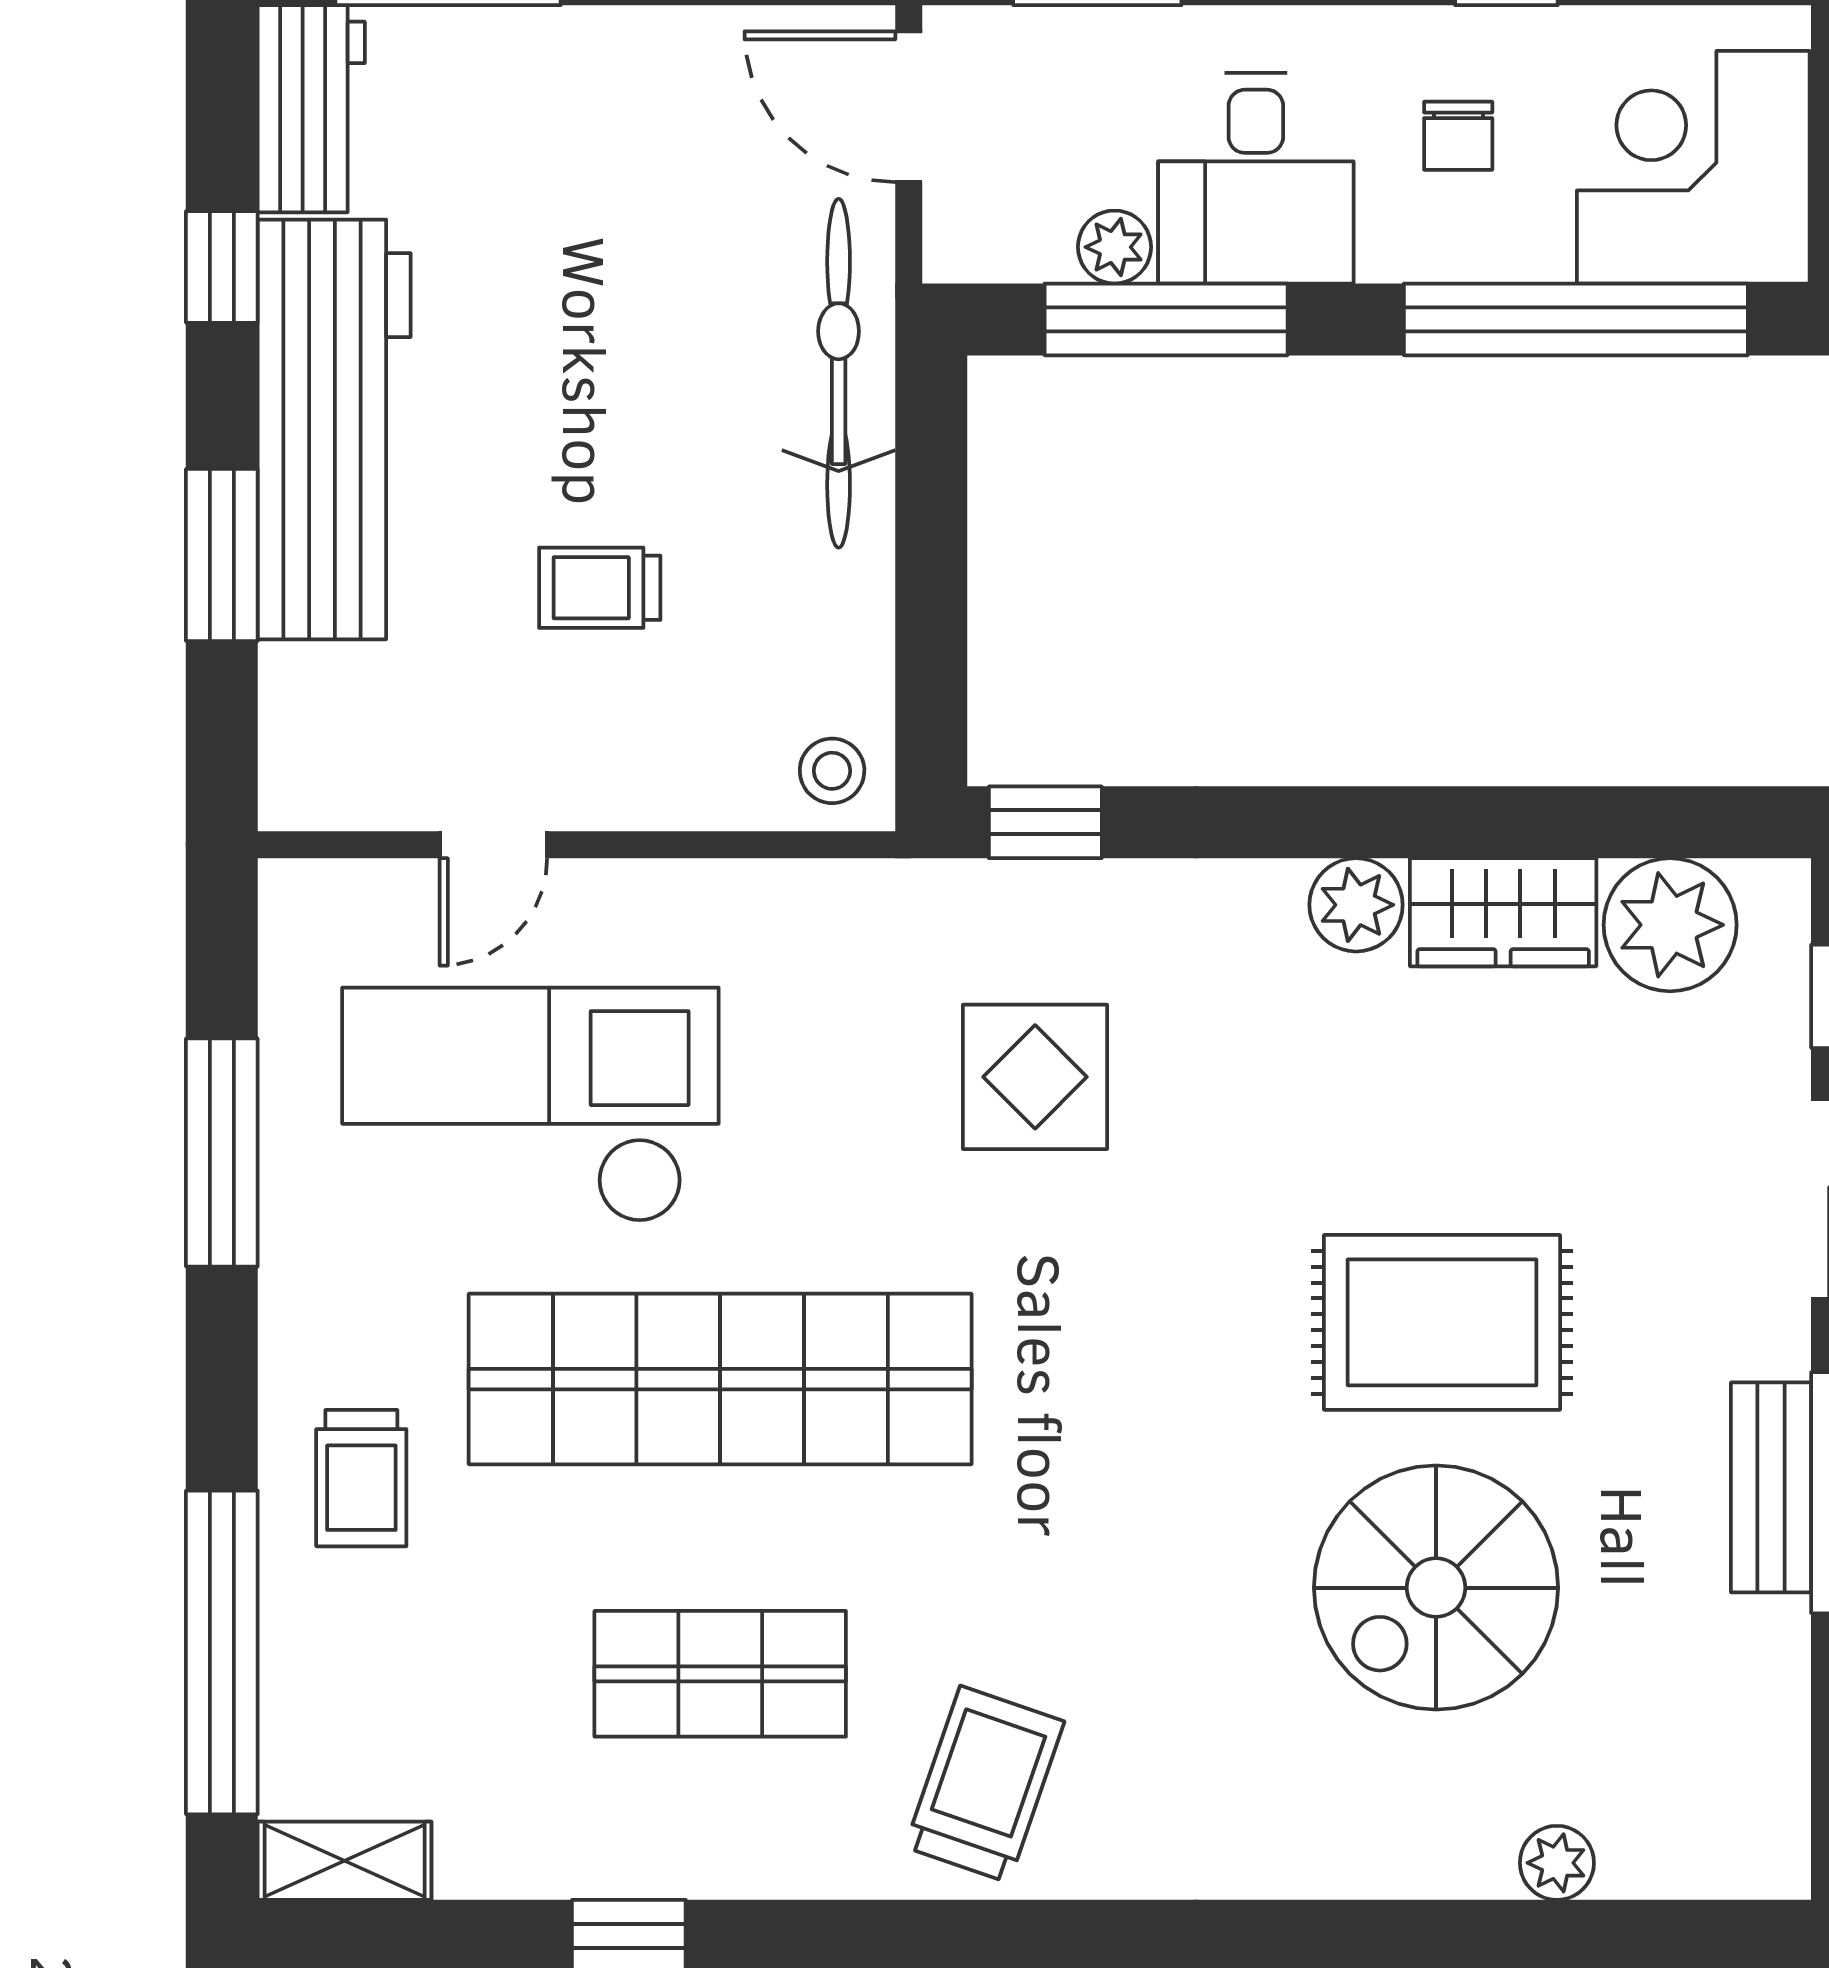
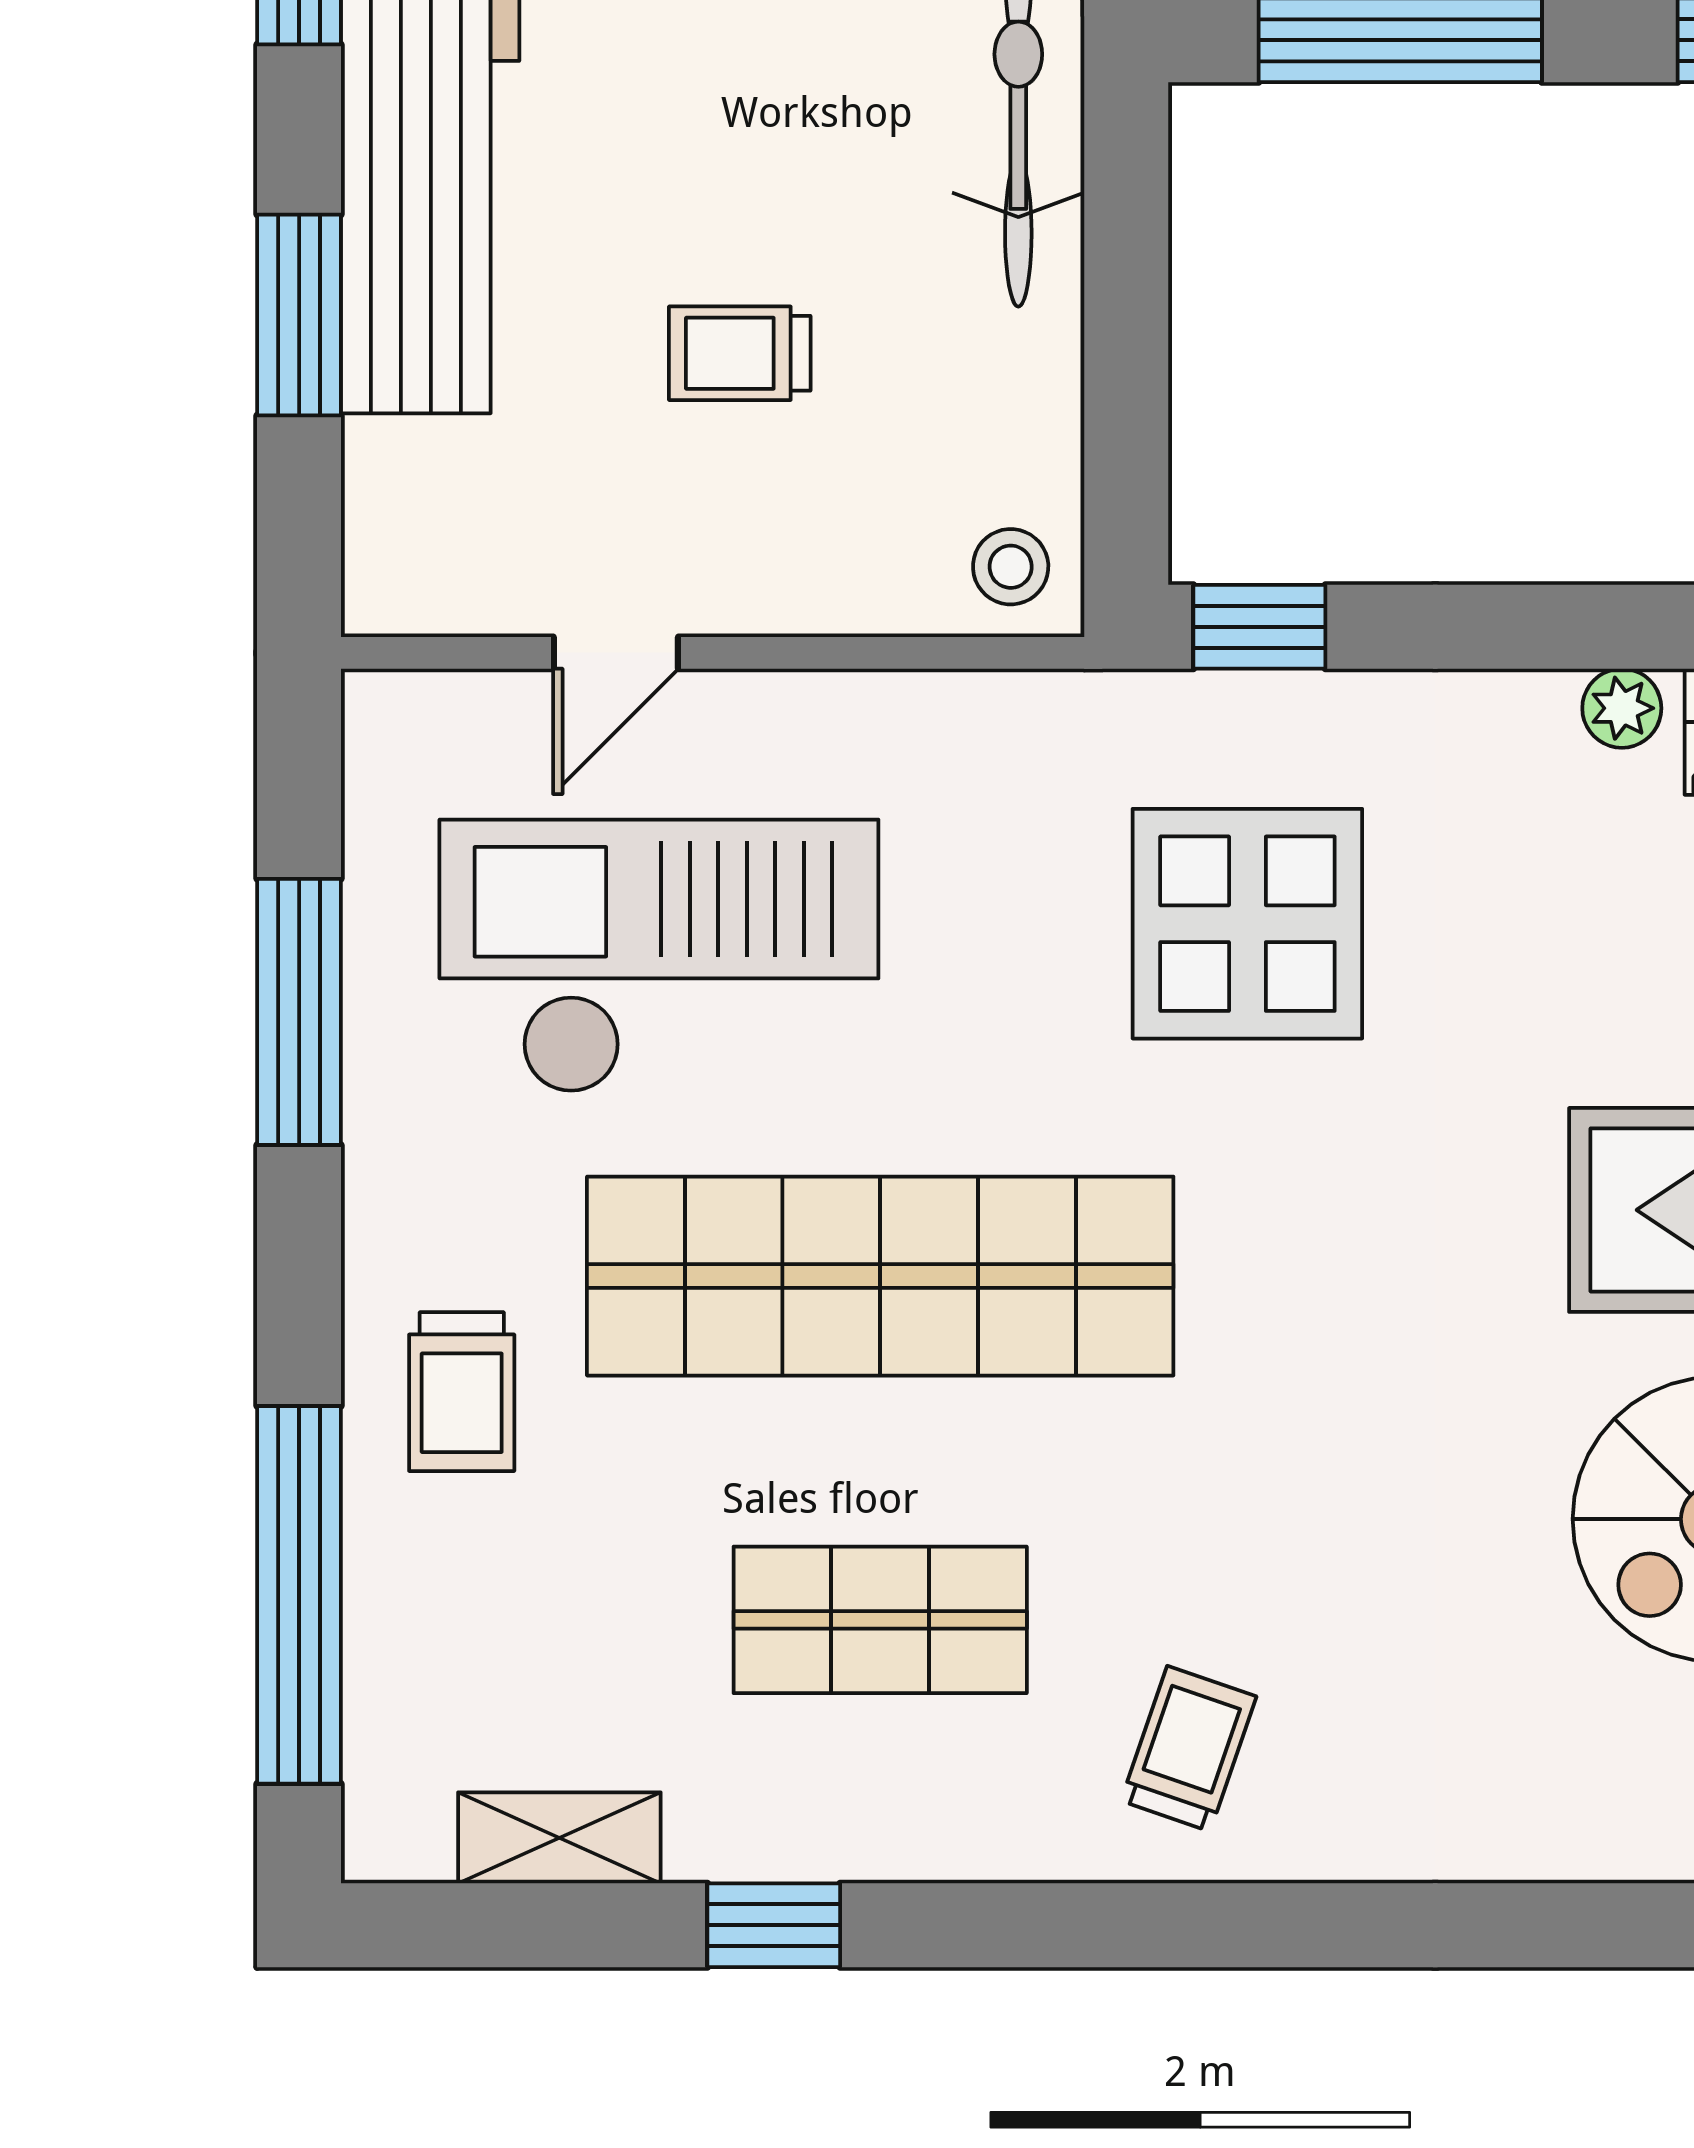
plant: (1356, 905) -> (1622, 708), width x0.73, depth x0.73
display table: (1035, 1077) -> (1247, 924), width x1.36, depth x1.36
trolley: (985, 1784) -> (1189, 1749), width x0.73, depth x0.72
shelving: (345, 1861) -> (559, 1838), moved

